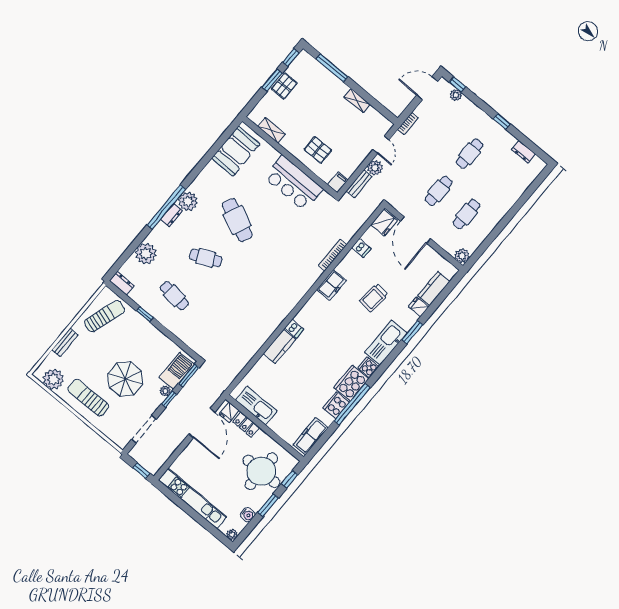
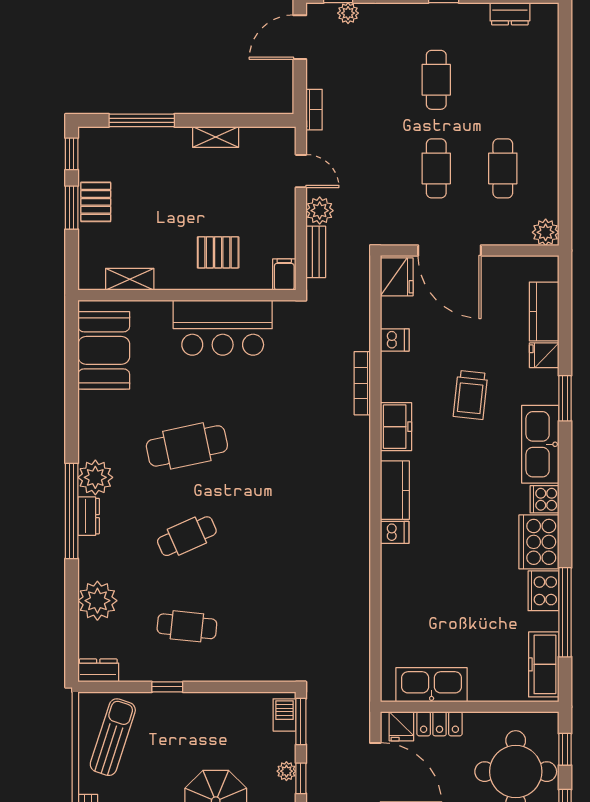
cafe table: (237, 220) -> (187, 446), turned -36
kitchen counter: (279, 347) -> (395, 490), moved
barbecue: (177, 371) -> (285, 715), width x0.53, depth x0.65
window: (352, 404) -> (565, 612), moved

